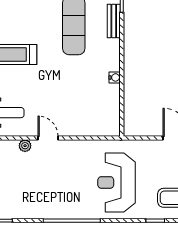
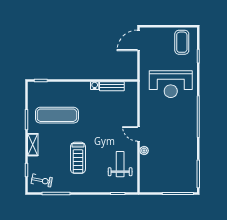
bench: (114, 21) -> (112, 86), moved
door: (48, 138) -> (138, 134), hinge flipped

